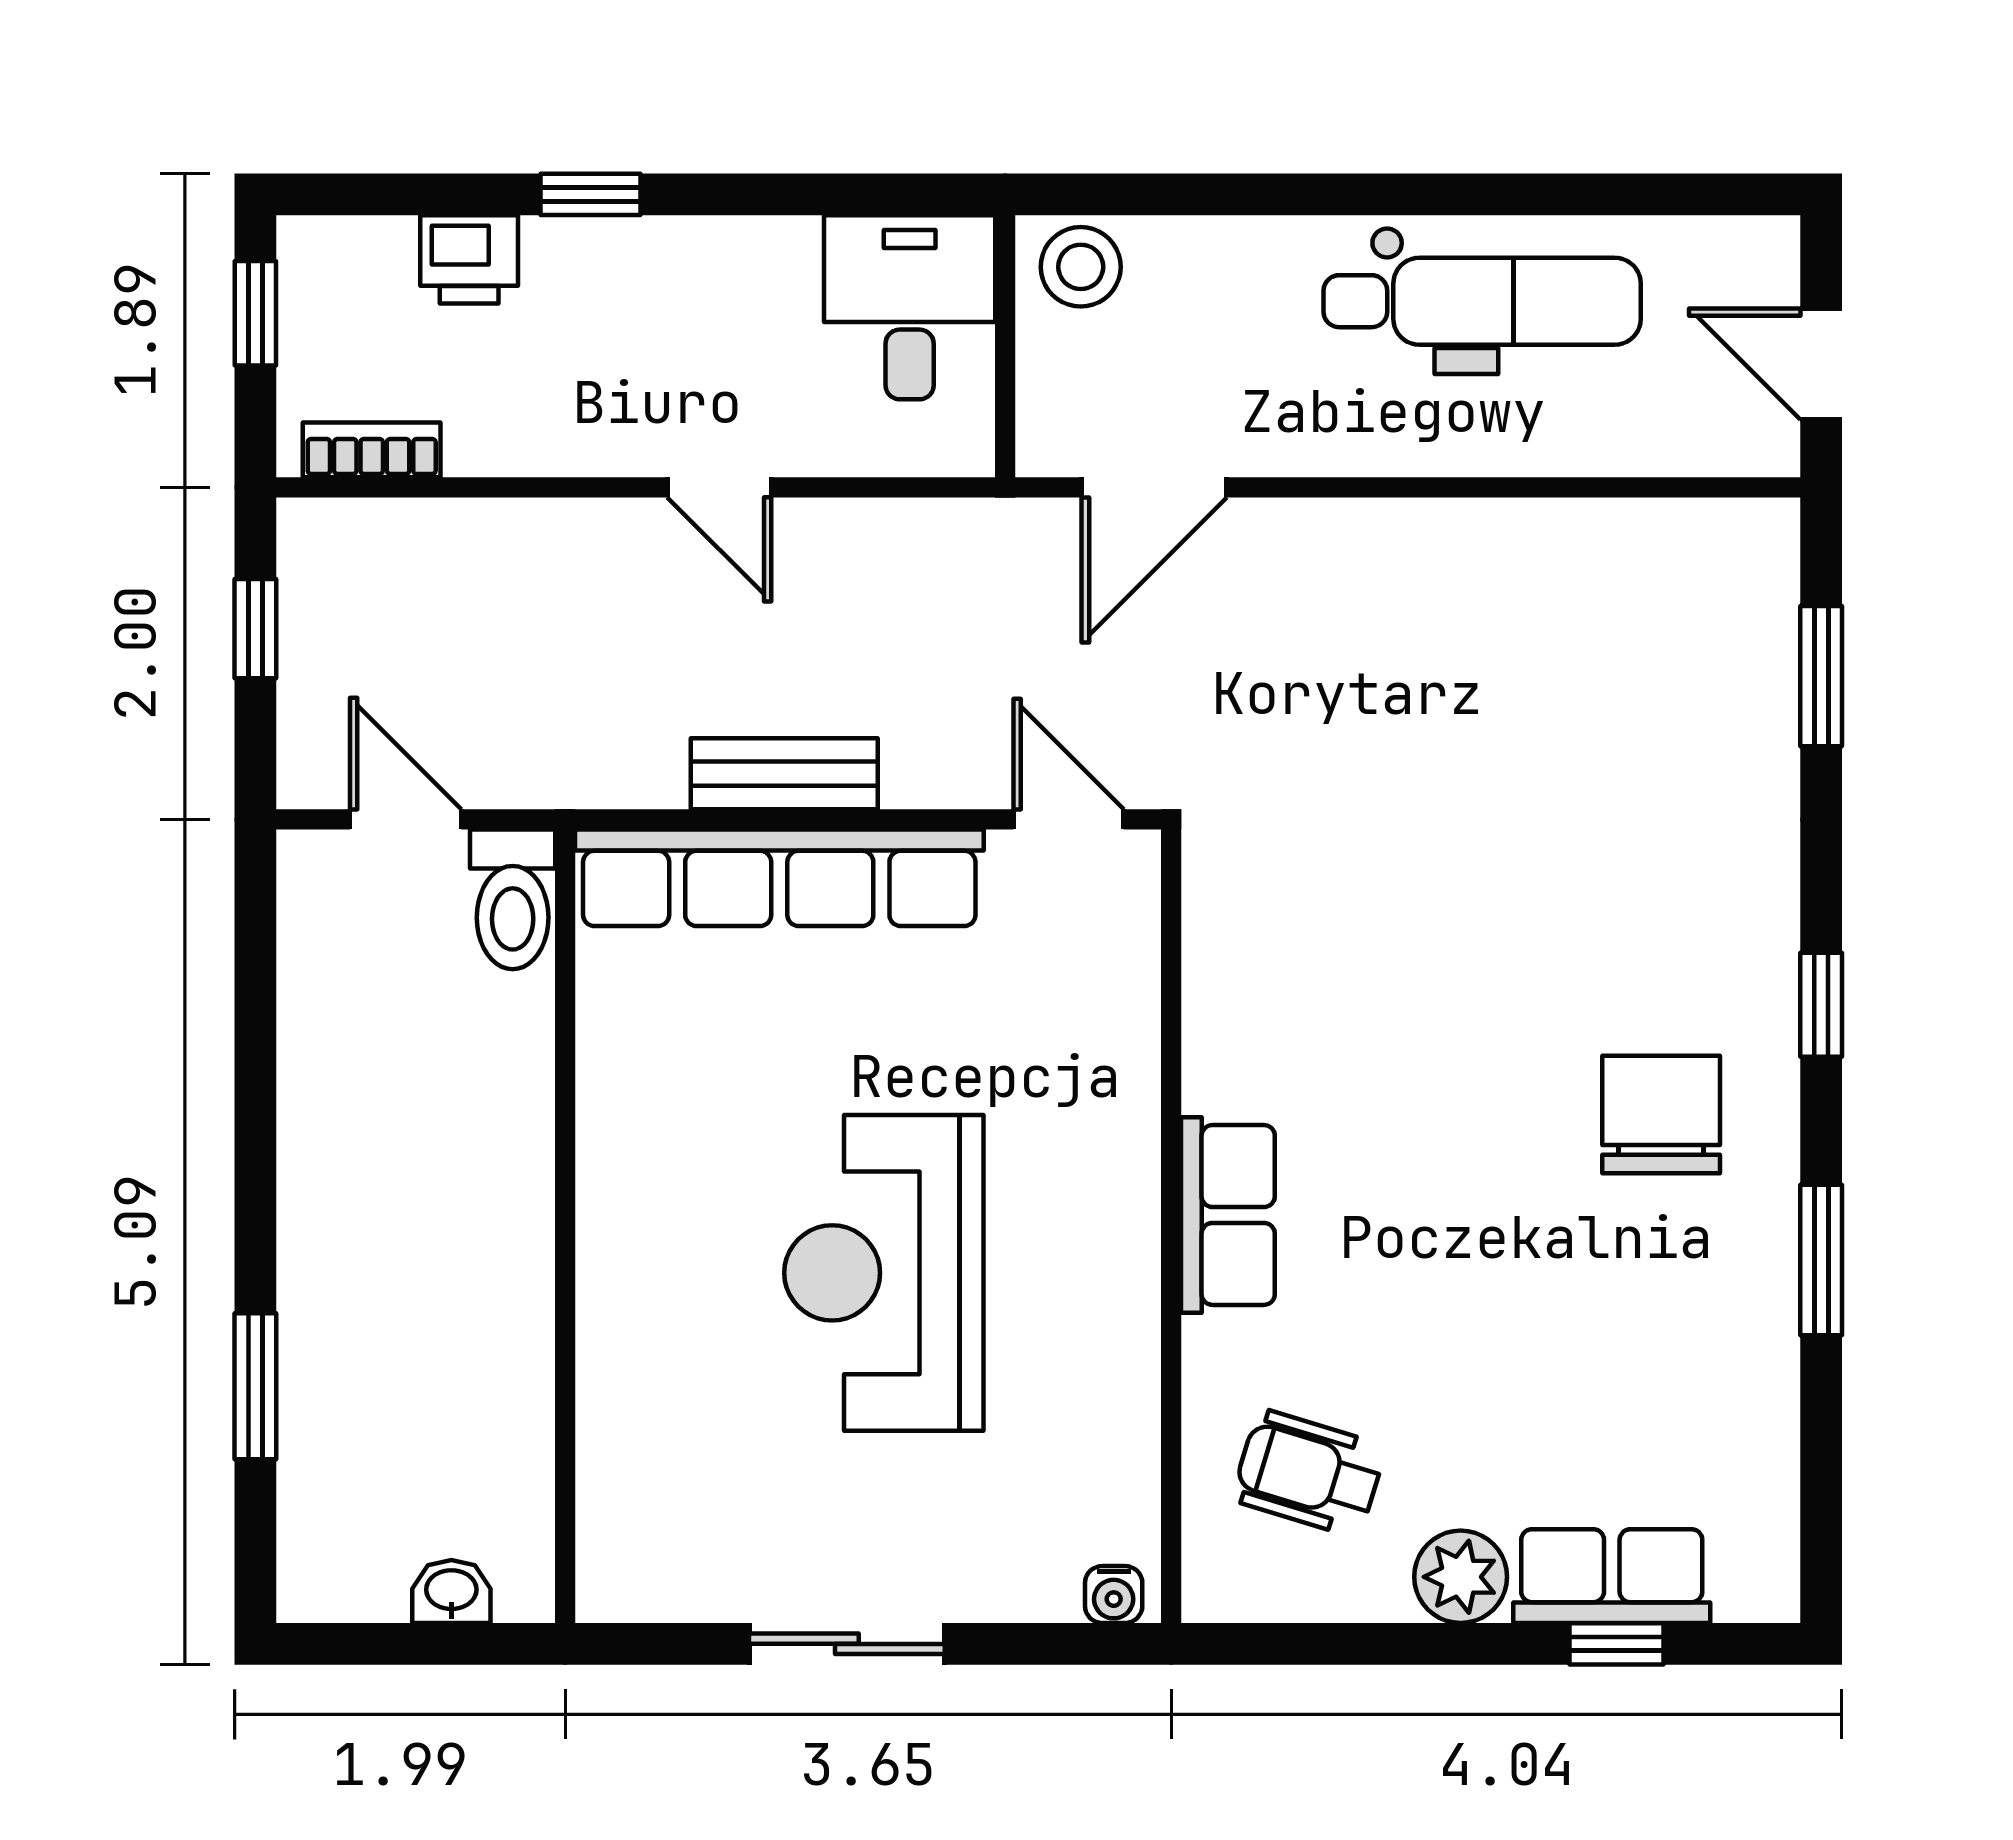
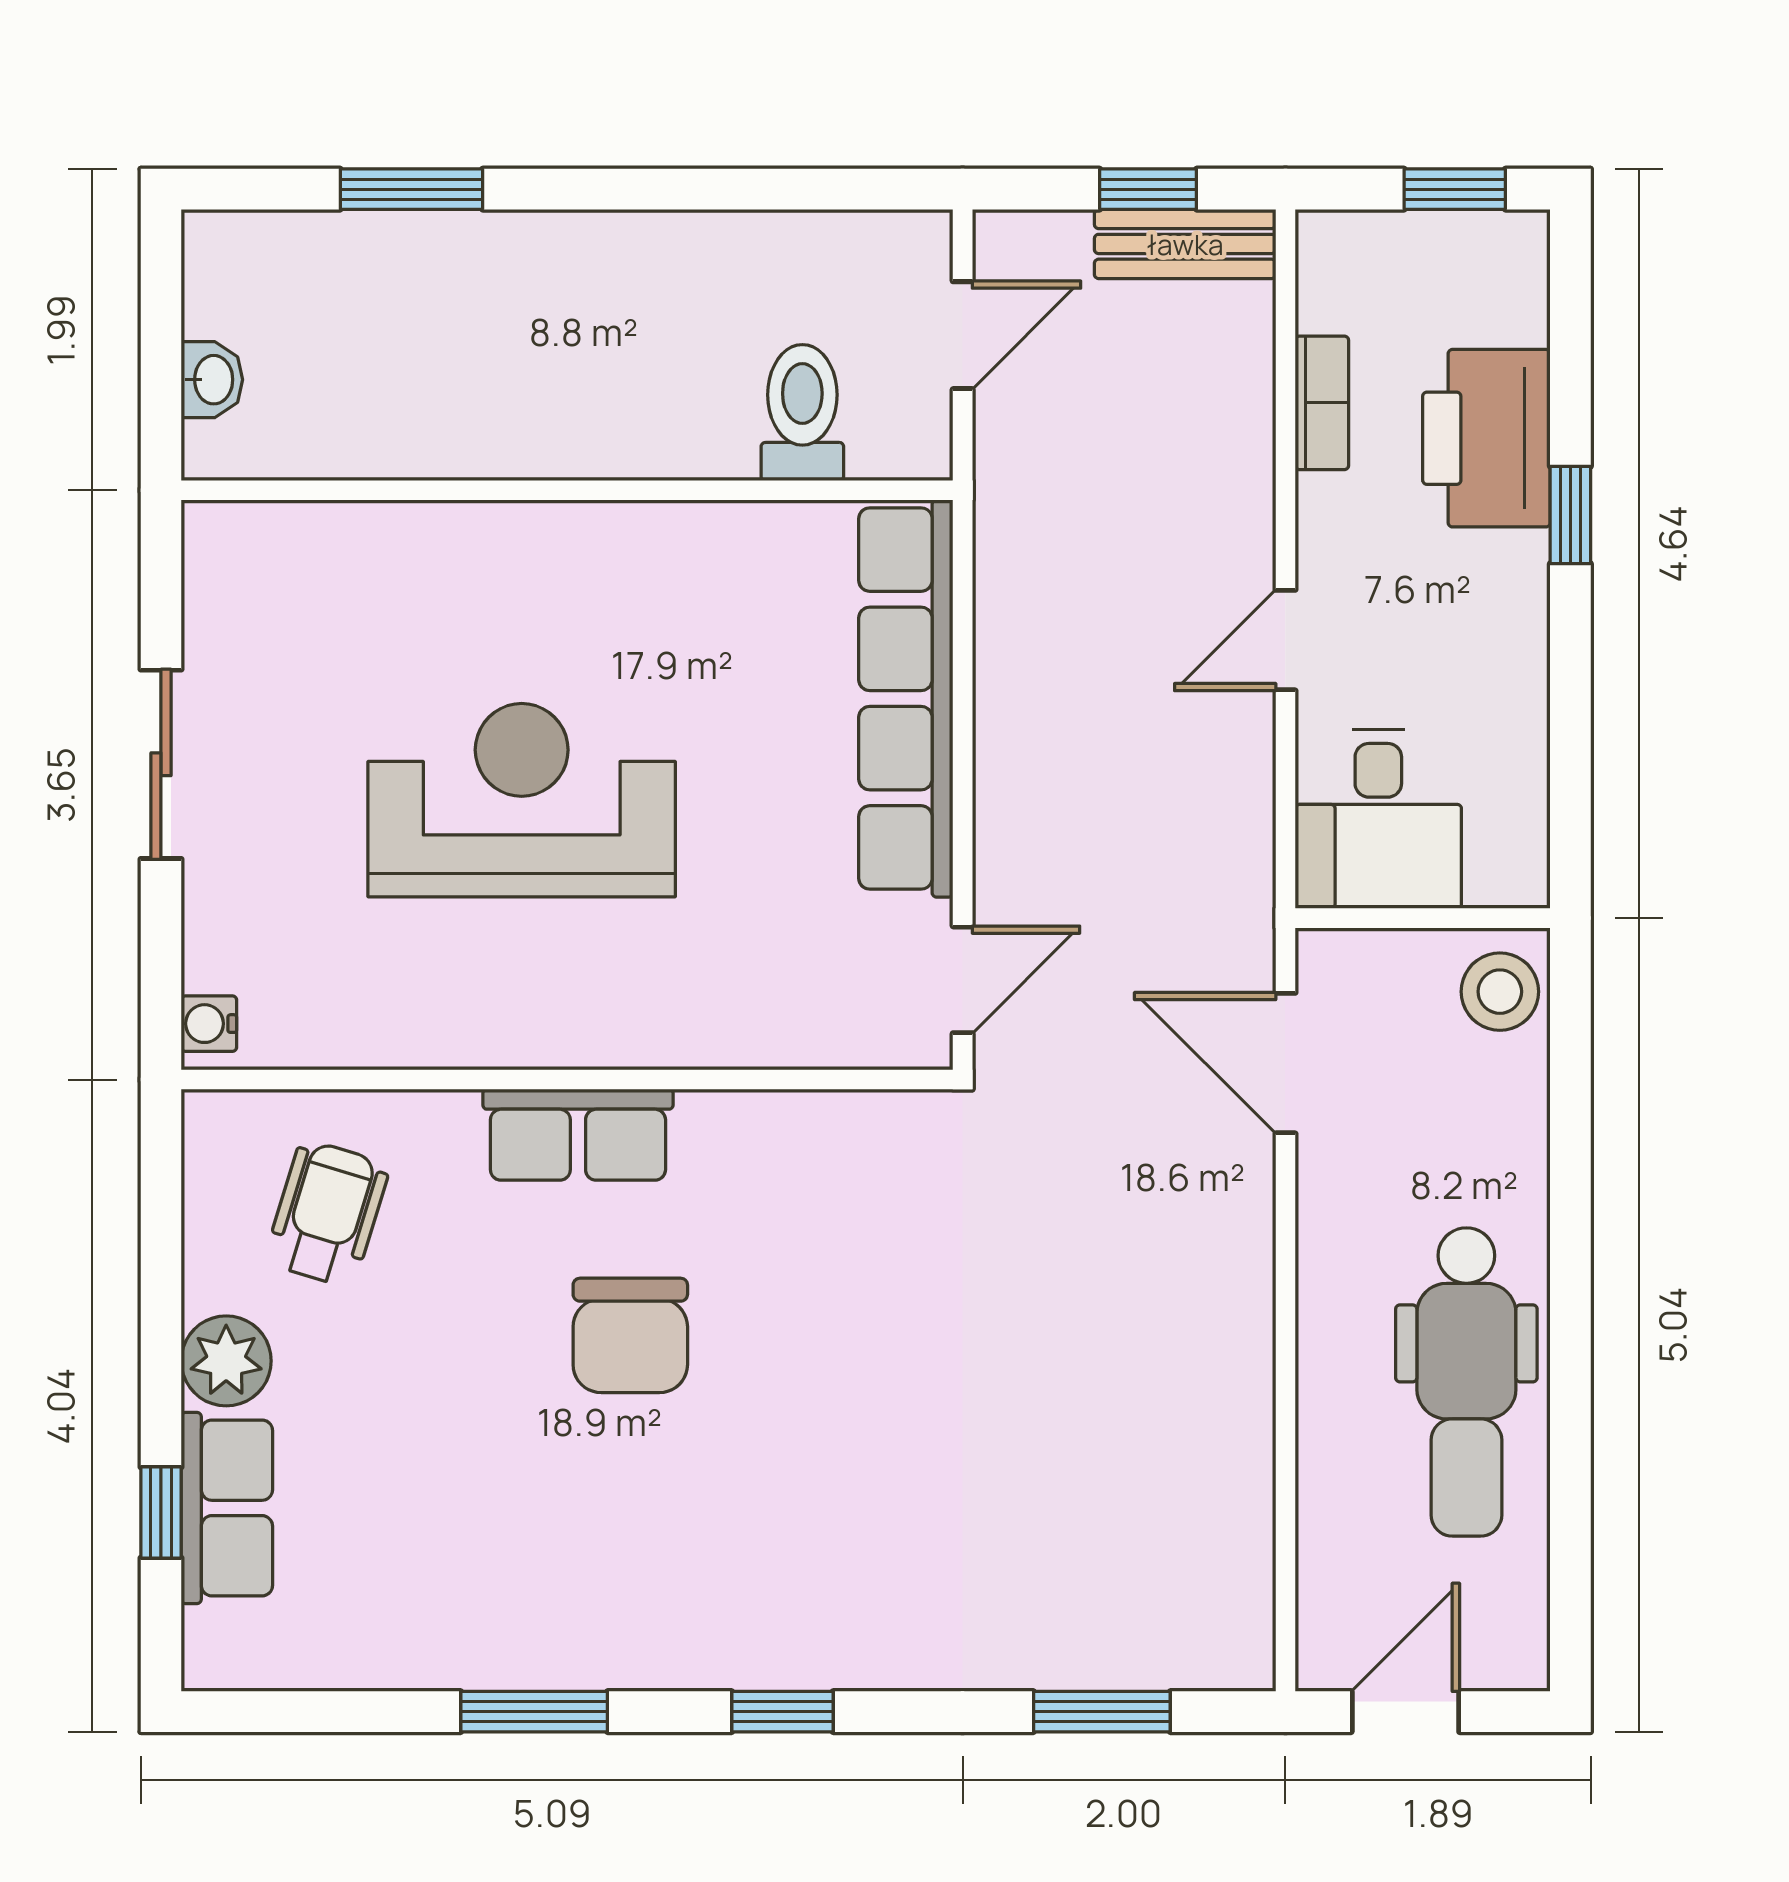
printer: (469, 259) -> (1486, 438), width x1.87, depth x1.48
desk: (910, 307) -> (1378, 819), moved, turned 90
bookcase: (372, 450) -> (1322, 403), moved
bench: (784, 774) -> (1185, 244), moved, turned 90
toilet: (513, 899) -> (802, 413), moved, turned 90
chair: (1661, 1115) -> (630, 1335), moved, turned 90

